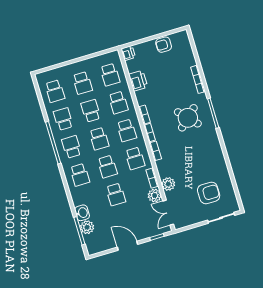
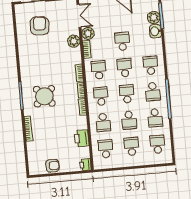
school desk: (118, 103) -> (103, 122), turned 180
armchair: (209, 193) -> (40, 26), turned 94

